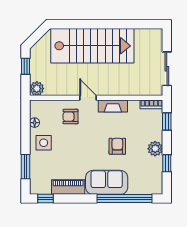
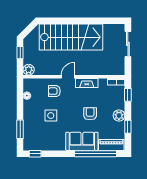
sliding door: (167, 69) -> (128, 44), moved
door: (88, 98) -> (68, 77), hinge flipped
side table: (44, 143) -> (51, 116), moved
piano: (68, 187) -> (111, 145), moved

